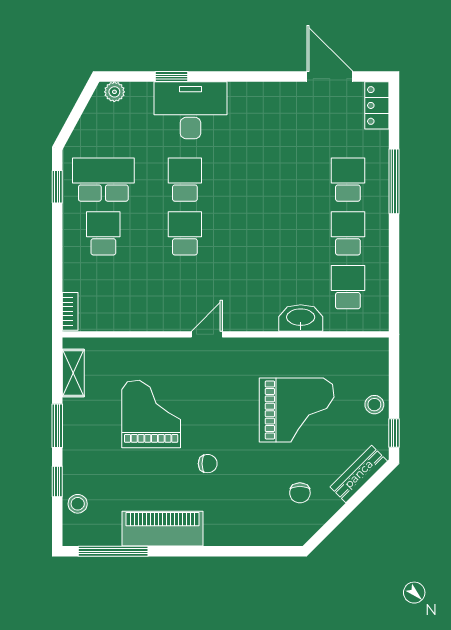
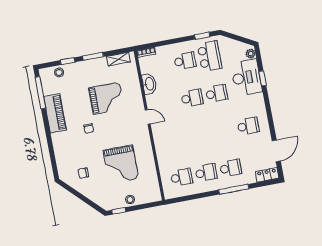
desk: (190, 110) -> (246, 77), moved
school desk: (266, 126) -> (248, 126), added
washbasin: (301, 318) -> (149, 84), moved
bench: (359, 474) -> (97, 198), removed

